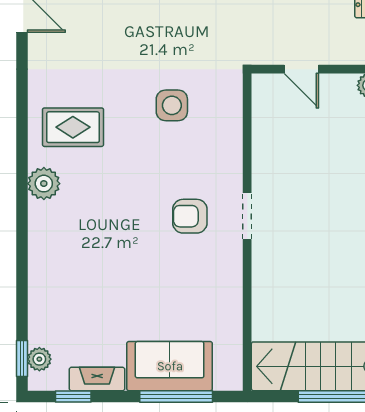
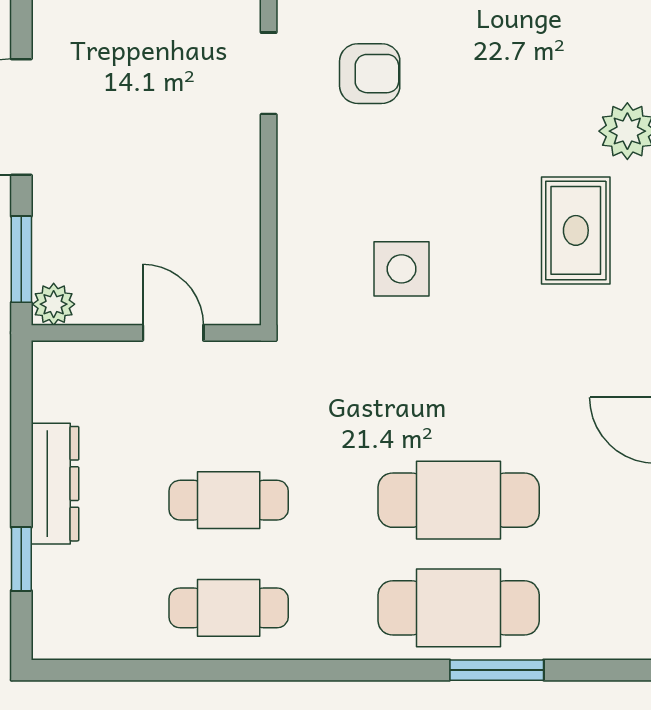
rug: (73, 127) -> (576, 230), turned 90

